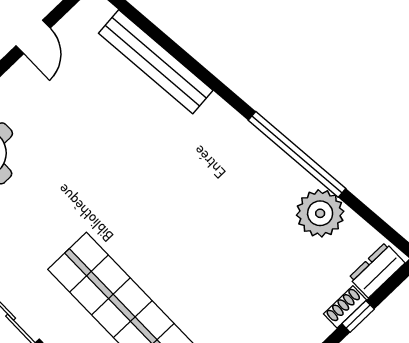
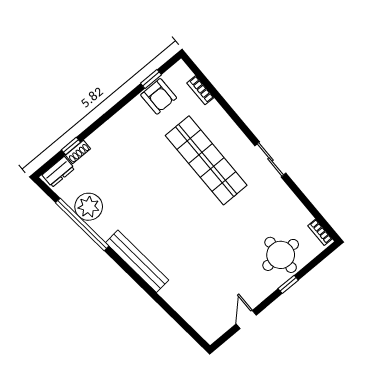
bench: (156, 62) -> (137, 261), moved
window: (297, 154) -> (82, 224), moved

